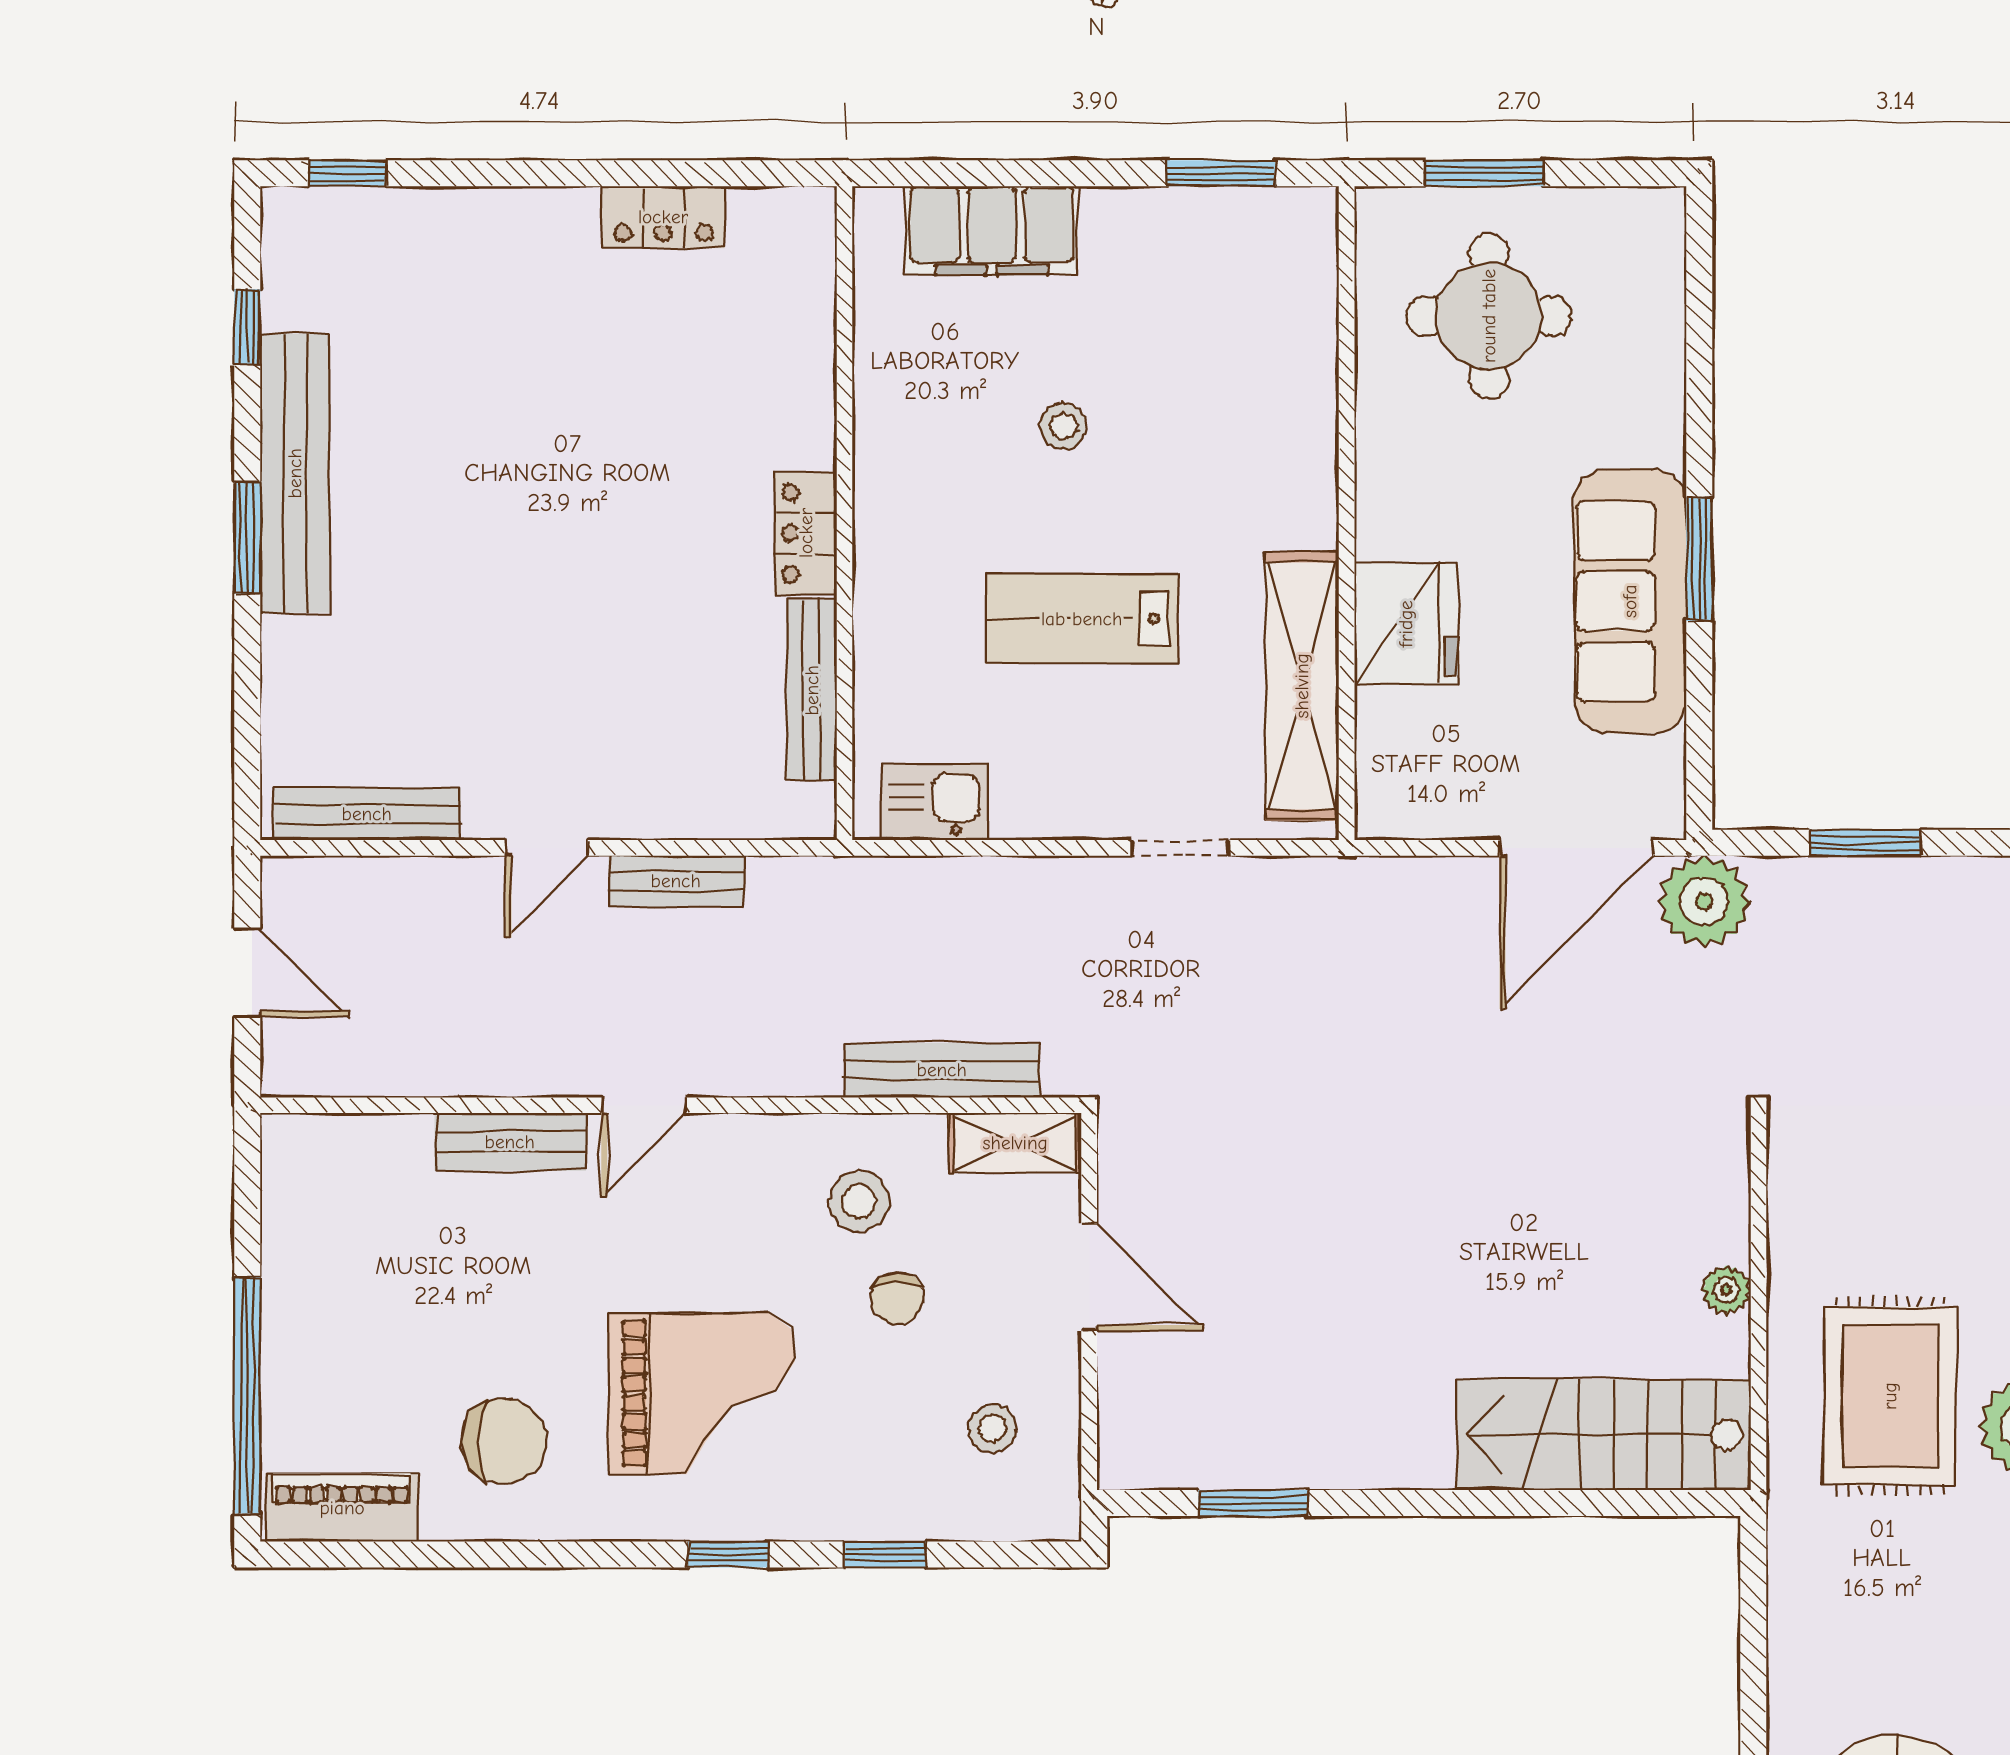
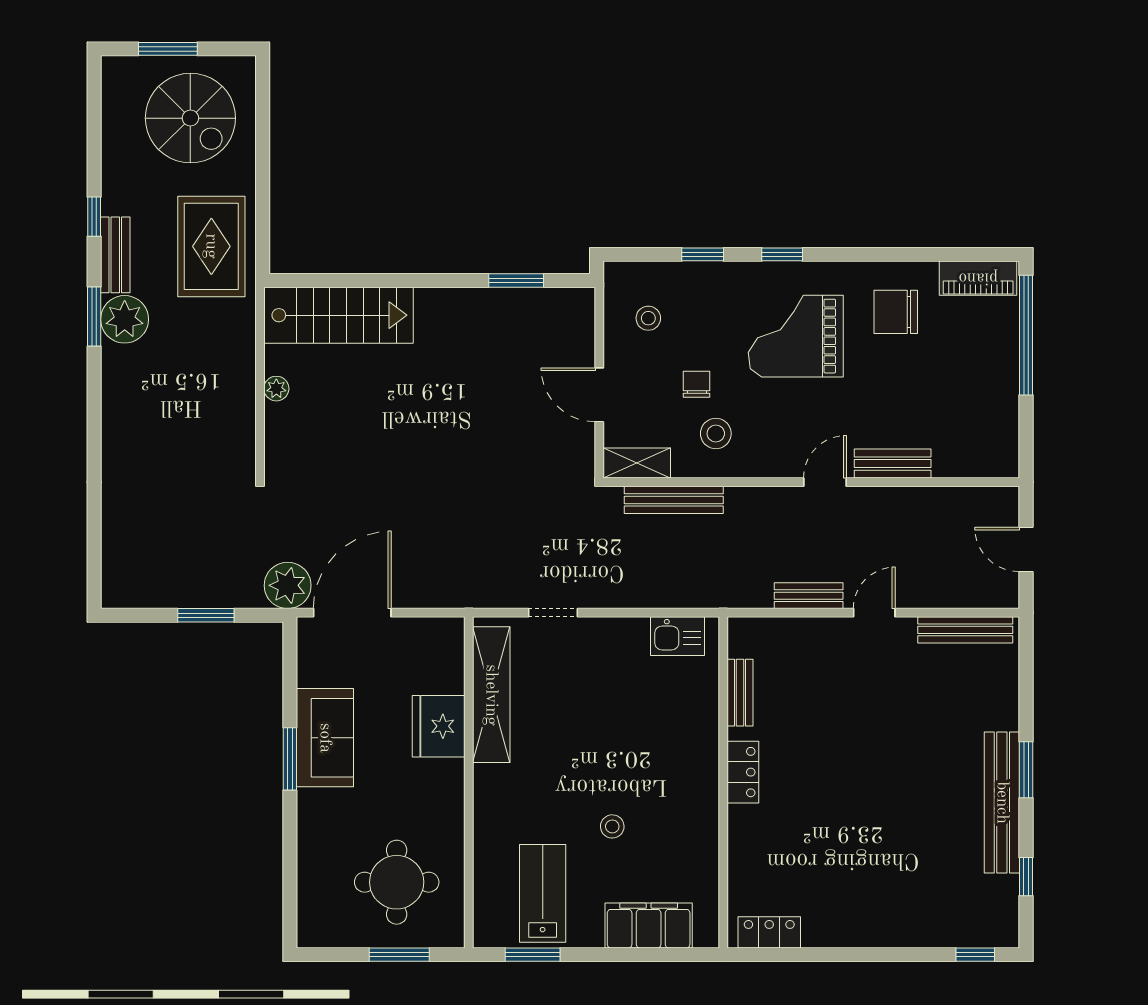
locker: (663, 217) -> (769, 932), moved
sofa: (1630, 601) -> (325, 738), width x0.73
lab bench: (1082, 619) -> (543, 893), moved, turned -90
bench: (812, 690) -> (740, 693), width x0.73
rug: (1890, 1396) -> (211, 246), moved

